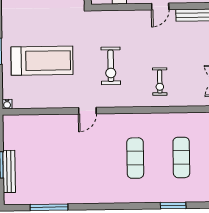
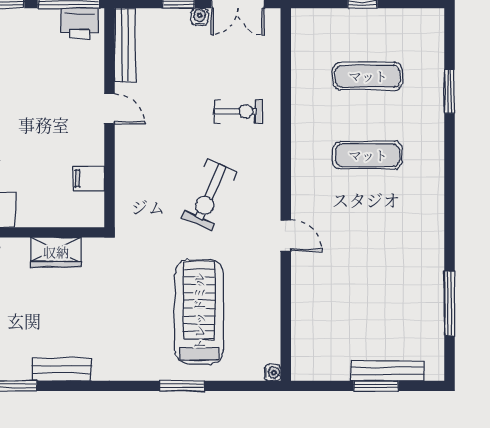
exercise bike: (111, 66) -> (210, 195), turned 114

